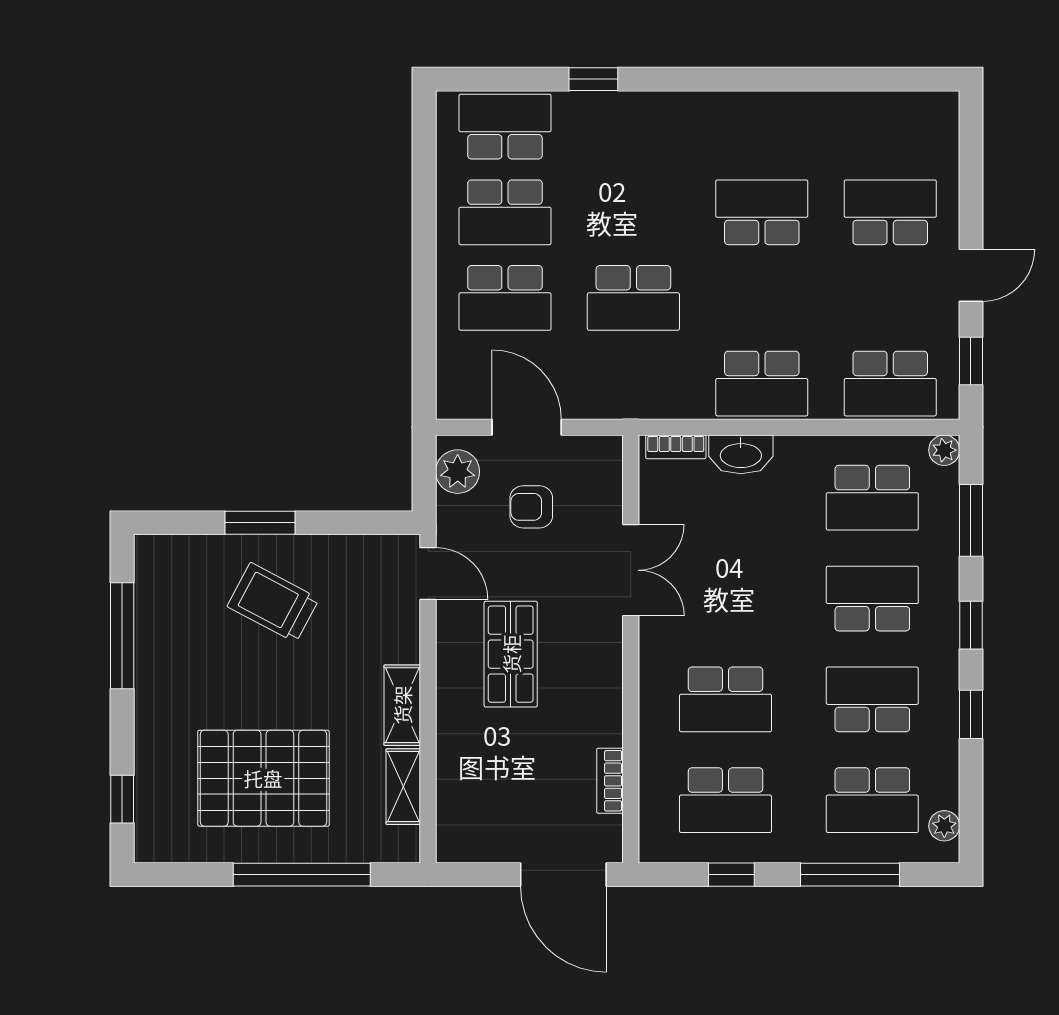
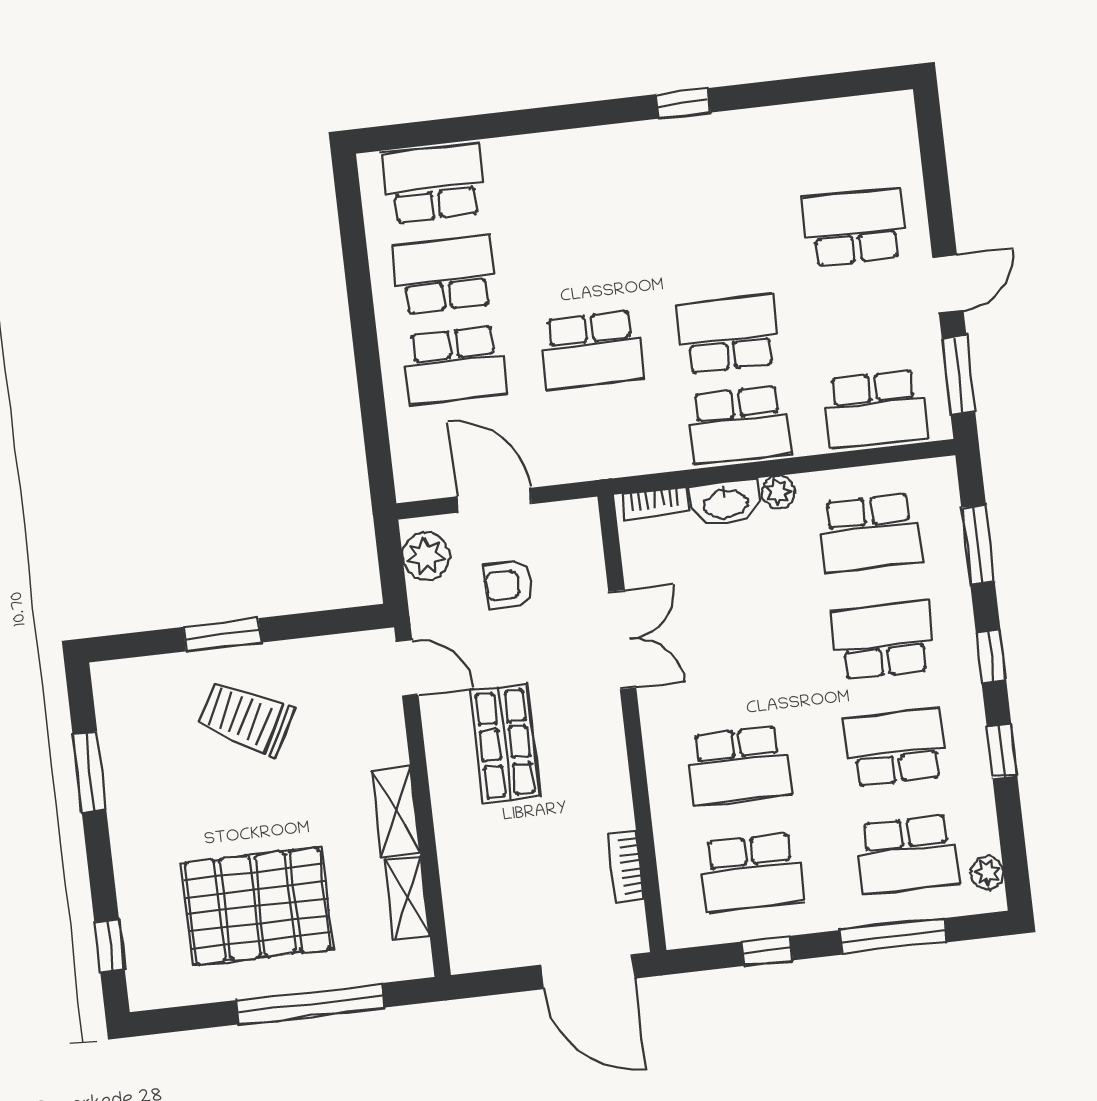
window: (593, 79) -> (683, 103), moved
school desk: (505, 212) -> (445, 274), turned 180
school desk: (762, 212) -> (728, 334), moved
window: (971, 361) -> (958, 375), width x1.50
plant: (944, 450) -> (778, 492), moved
window: (122, 636) -> (89, 772), width x0.69

